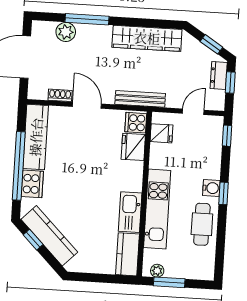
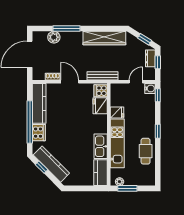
fridge: (161, 133) -> (117, 112), moved
water cooler: (211, 188) -> (150, 88), moved

